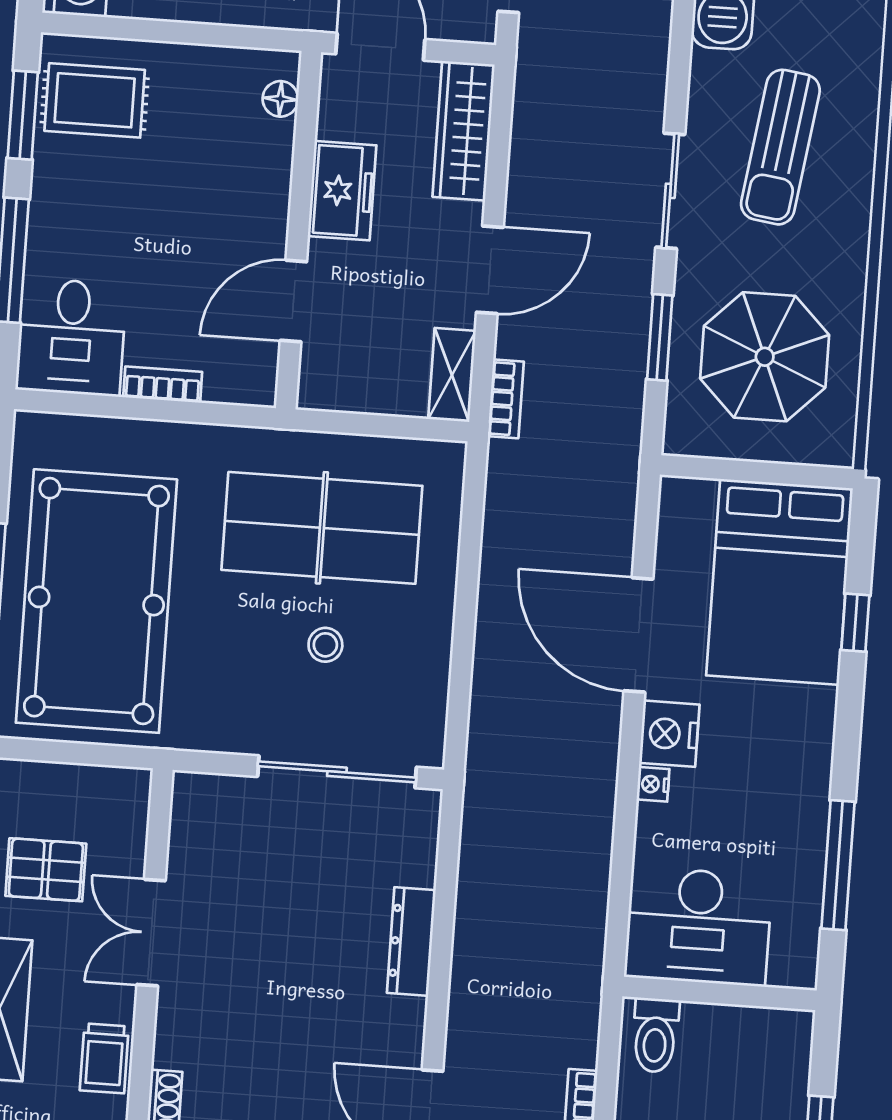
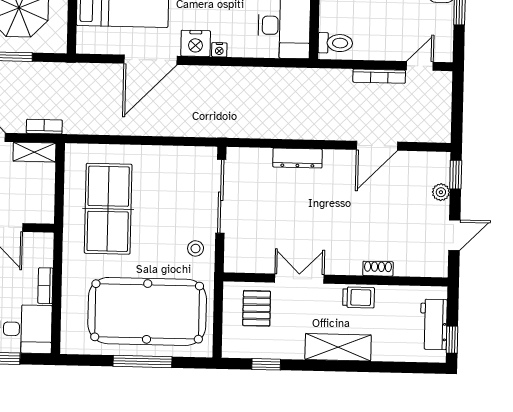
stool: (325, 645) -> (196, 248), moved
pallet: (46, 870) -> (257, 308), moved
double door: (151, 933) -> (299, 279), swing flipped

